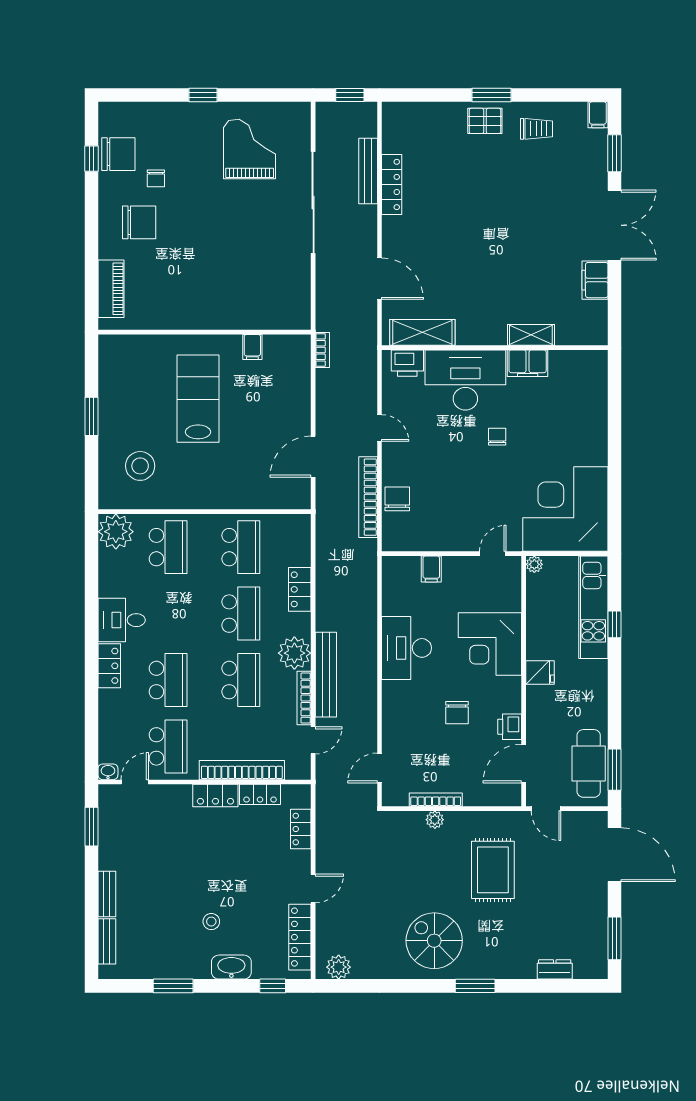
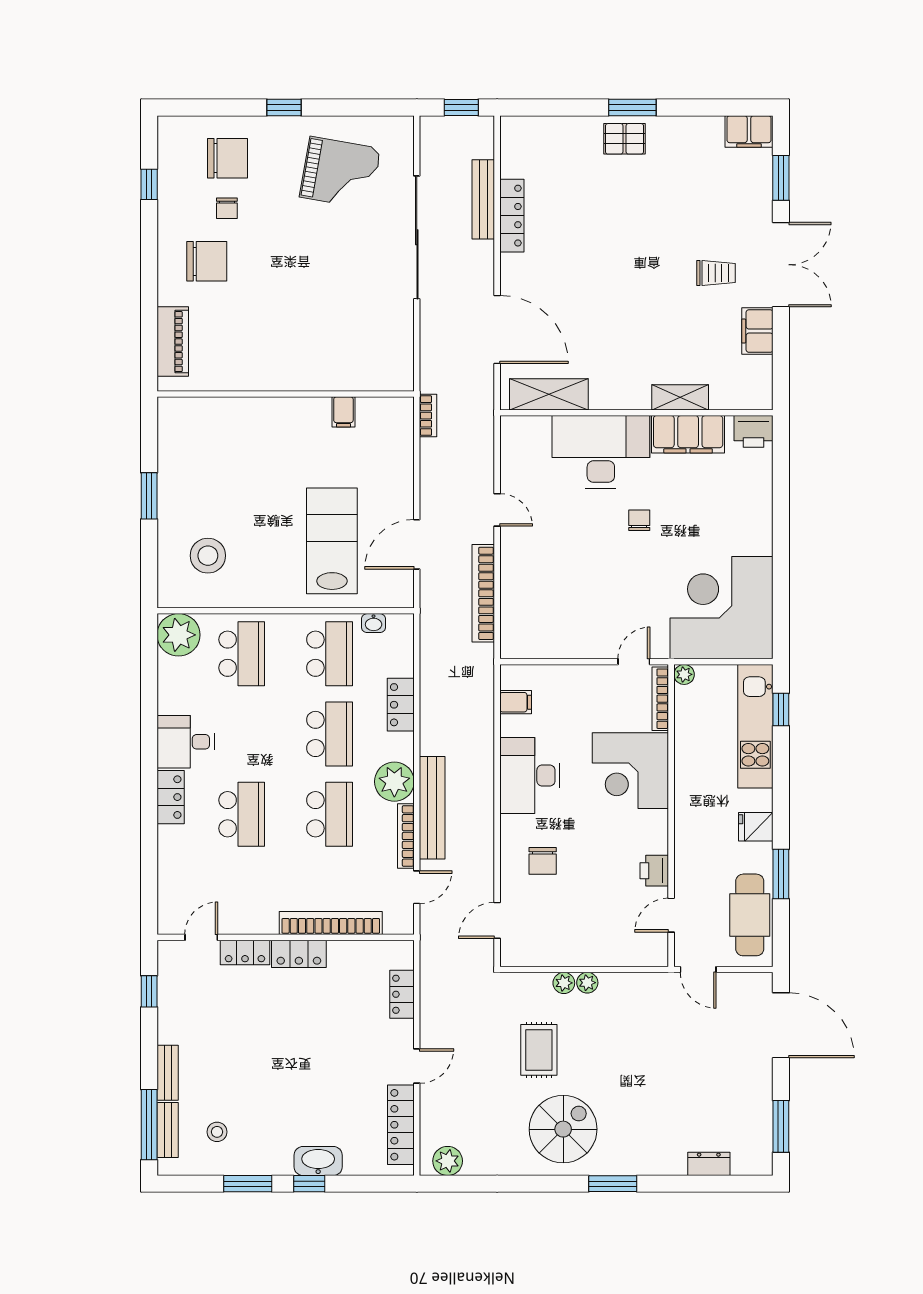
filing cabinet: (598, 115) -> (749, 131), width x2.00
trolley: (537, 129) -> (716, 273), moved
grand piano: (250, 149) -> (340, 173), turned 100
chair: (118, 154) -> (227, 158), moved
door: (380, 279) -> (497, 329), width x1.36
printer: (407, 363) -> (754, 431), moved
filing cabinet: (528, 363) -> (688, 434), width x1.50, depth x1.17
lab bench: (198, 399) -> (332, 541), moved
chair: (397, 499) -> (519, 595), removed
filing cabinet: (431, 569) -> (516, 702), moved, turned -90
window: (614, 624) -> (781, 709), moved
fridge: (540, 672) -> (756, 827), moved, turned 180
chair: (457, 713) -> (543, 861), moved
school desk: (168, 746) -> (242, 895), removed
door: (524, 764) -> (671, 915), width x0.73
window: (614, 770) -> (781, 874), moved
washbasin: (108, 772) -> (374, 623), moved, turned 180
locker: (260, 794) -> (245, 952), moved
bookcase: (436, 800) -> (660, 699), moved, turned -90
plant: (454, 819) -> (587, 983), added
window: (91, 827) -> (149, 991), width x0.67
rug: (493, 870) -> (539, 1050), moved, width x0.73, depth x0.70
stool: (211, 922) -> (217, 1132), moved
window: (91, 937) -> (149, 1125), added
spiral stairs: (434, 941) -> (563, 1129), turned 90
window: (273, 986) -> (309, 1184), moved

